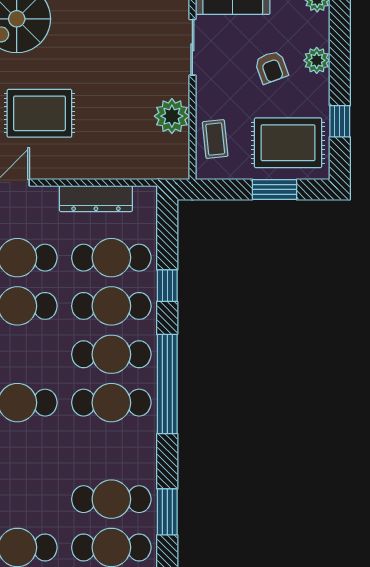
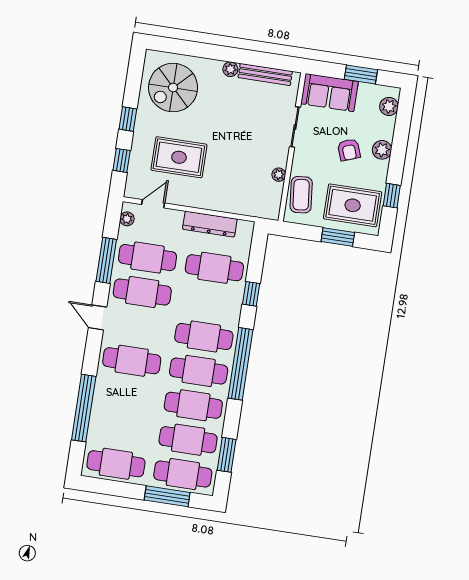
plant: (172, 116) -> (279, 175), width x0.53, depth x0.53
coffee table: (215, 139) -> (301, 195), width x1.36, depth x1.30
cafe table: (111, 306) -> (193, 405), moved

